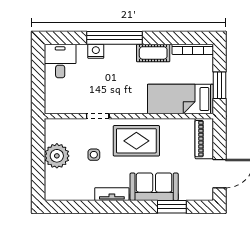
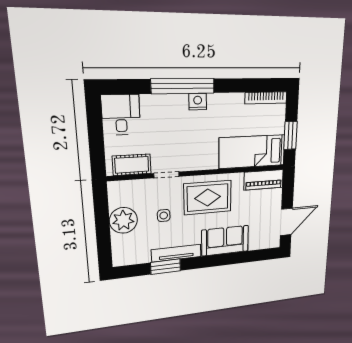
nightstand: (96, 51) -> (198, 102), moved
cot: (153, 53) -> (132, 165), moved
piano: (204, 139) -> (264, 180), moved, turned -90
tv unit: (112, 194) -> (176, 253), width x1.41
window: (172, 207) -> (166, 267), moved

